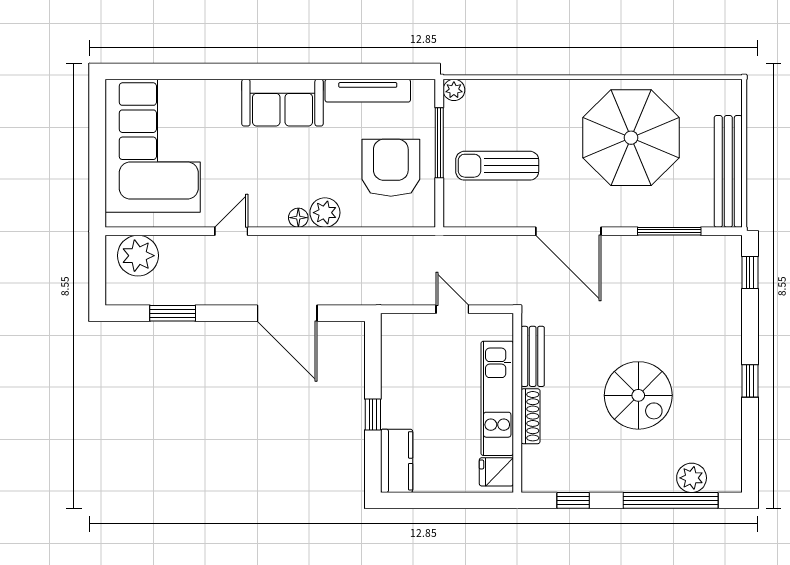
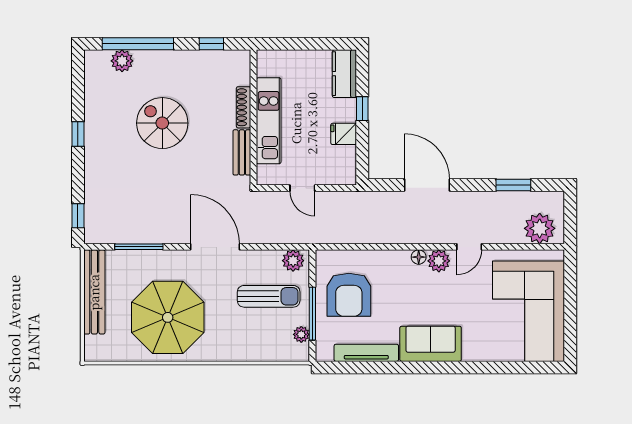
plant: (454, 90) -> (301, 334), moved
plant: (325, 213) -> (439, 261), moved
plant: (465, 213) -> (293, 261), added
fridge: (496, 472) -> (344, 134), moved, turned 180

